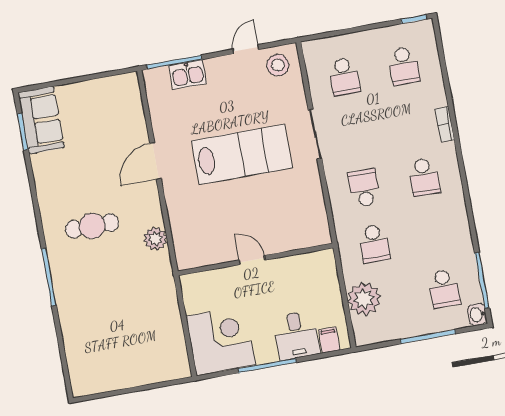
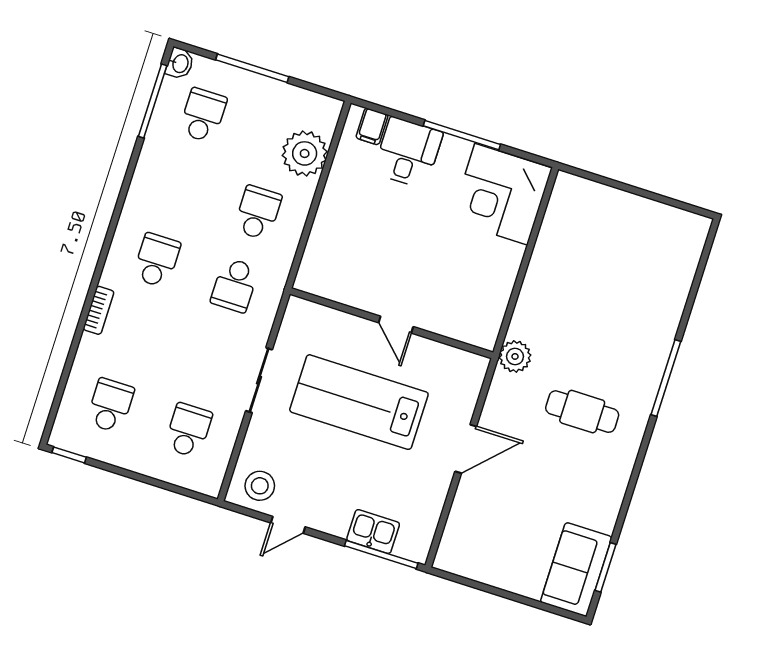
wall: (255, 259) -> (392, 323), moved
door: (252, 260) -> (396, 325), moved

